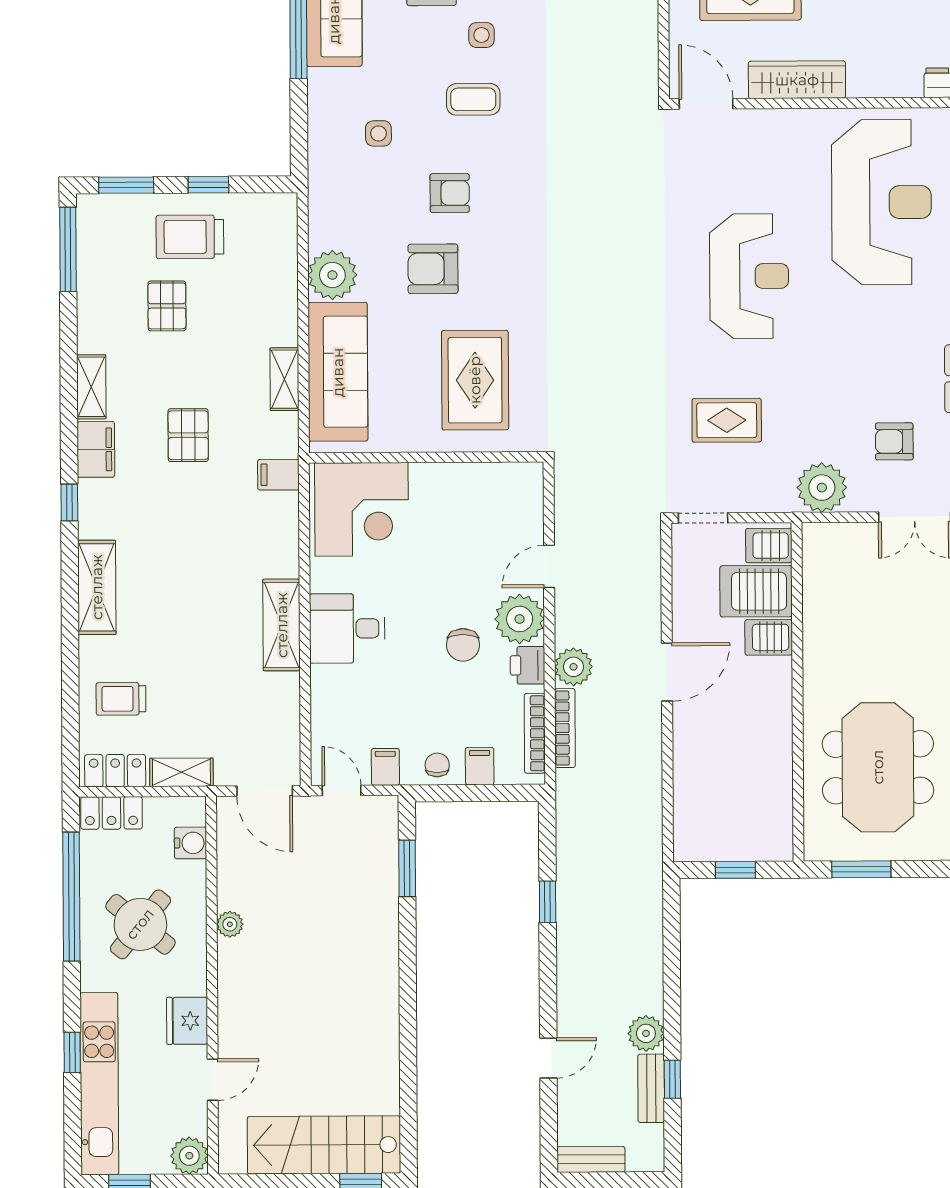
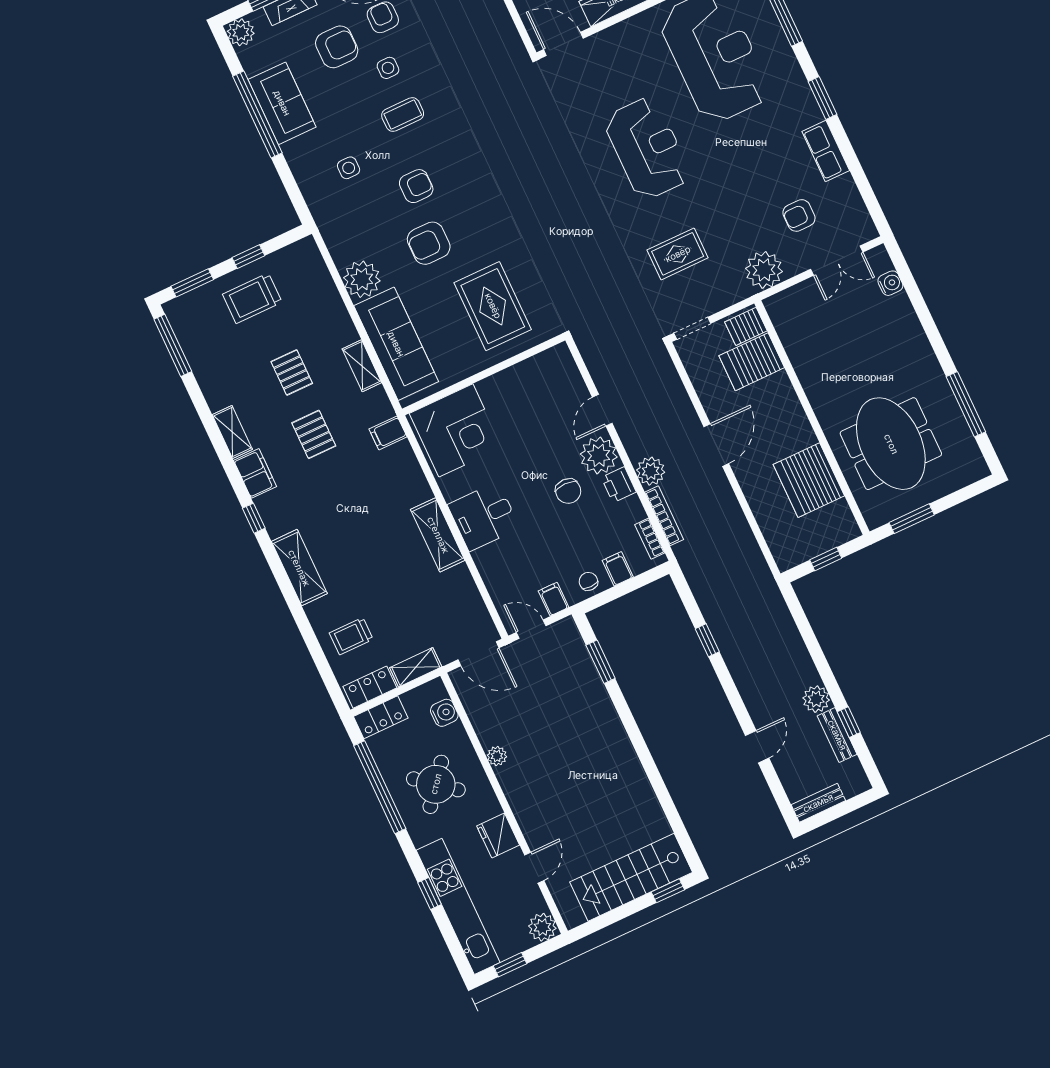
pallet: (167, 306) -> (292, 372), moved
server rack: (769, 637) -> (809, 480), moved, width x2.18, depth x1.44
bookcase: (535, 733) -> (650, 539), width x0.64

